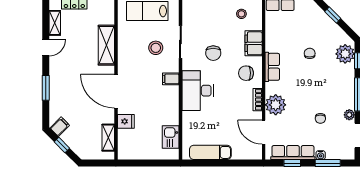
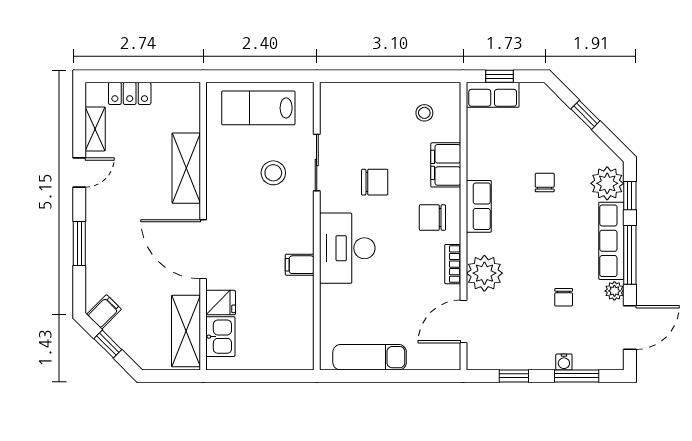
chair: (213, 53) -> (375, 182), turned -90
filing cabinet: (171, 79) -> (300, 265), moved
door: (264, 132) -> (463, 321), hinge flipped
kitchen sink: (171, 137) -> (220, 337), moved, turned 180
shelving: (108, 138) -> (186, 331), width x1.50, depth x1.33
row of seats: (293, 153) -> (611, 241), moved, turned -90

